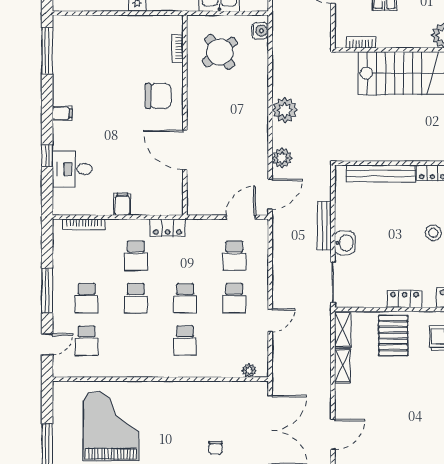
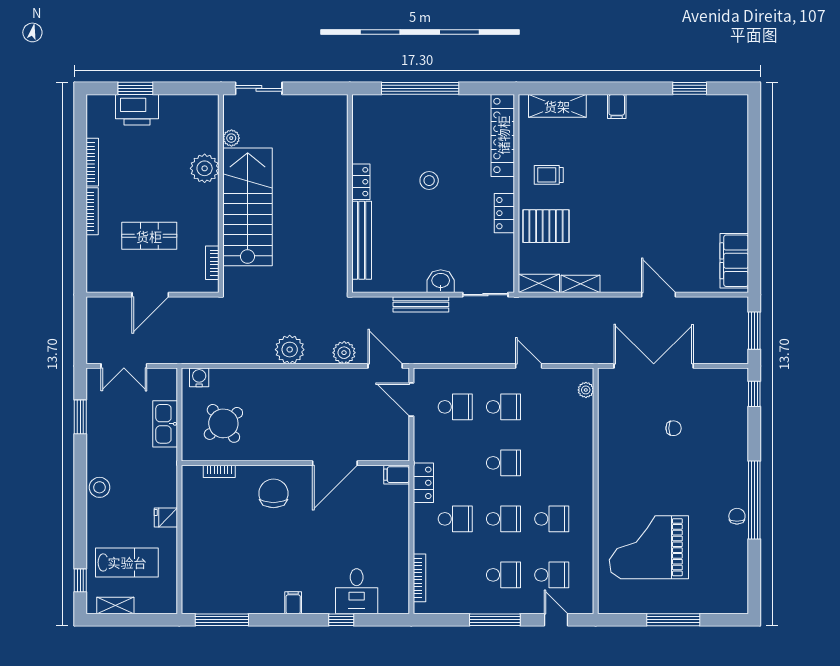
filing cabinet: (122, 204) -> (397, 475), moved
school desk: (185, 341) -> (552, 519), moved

